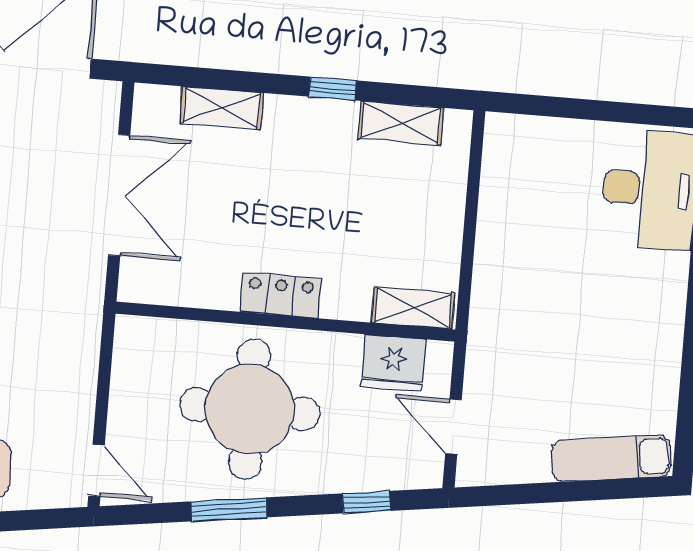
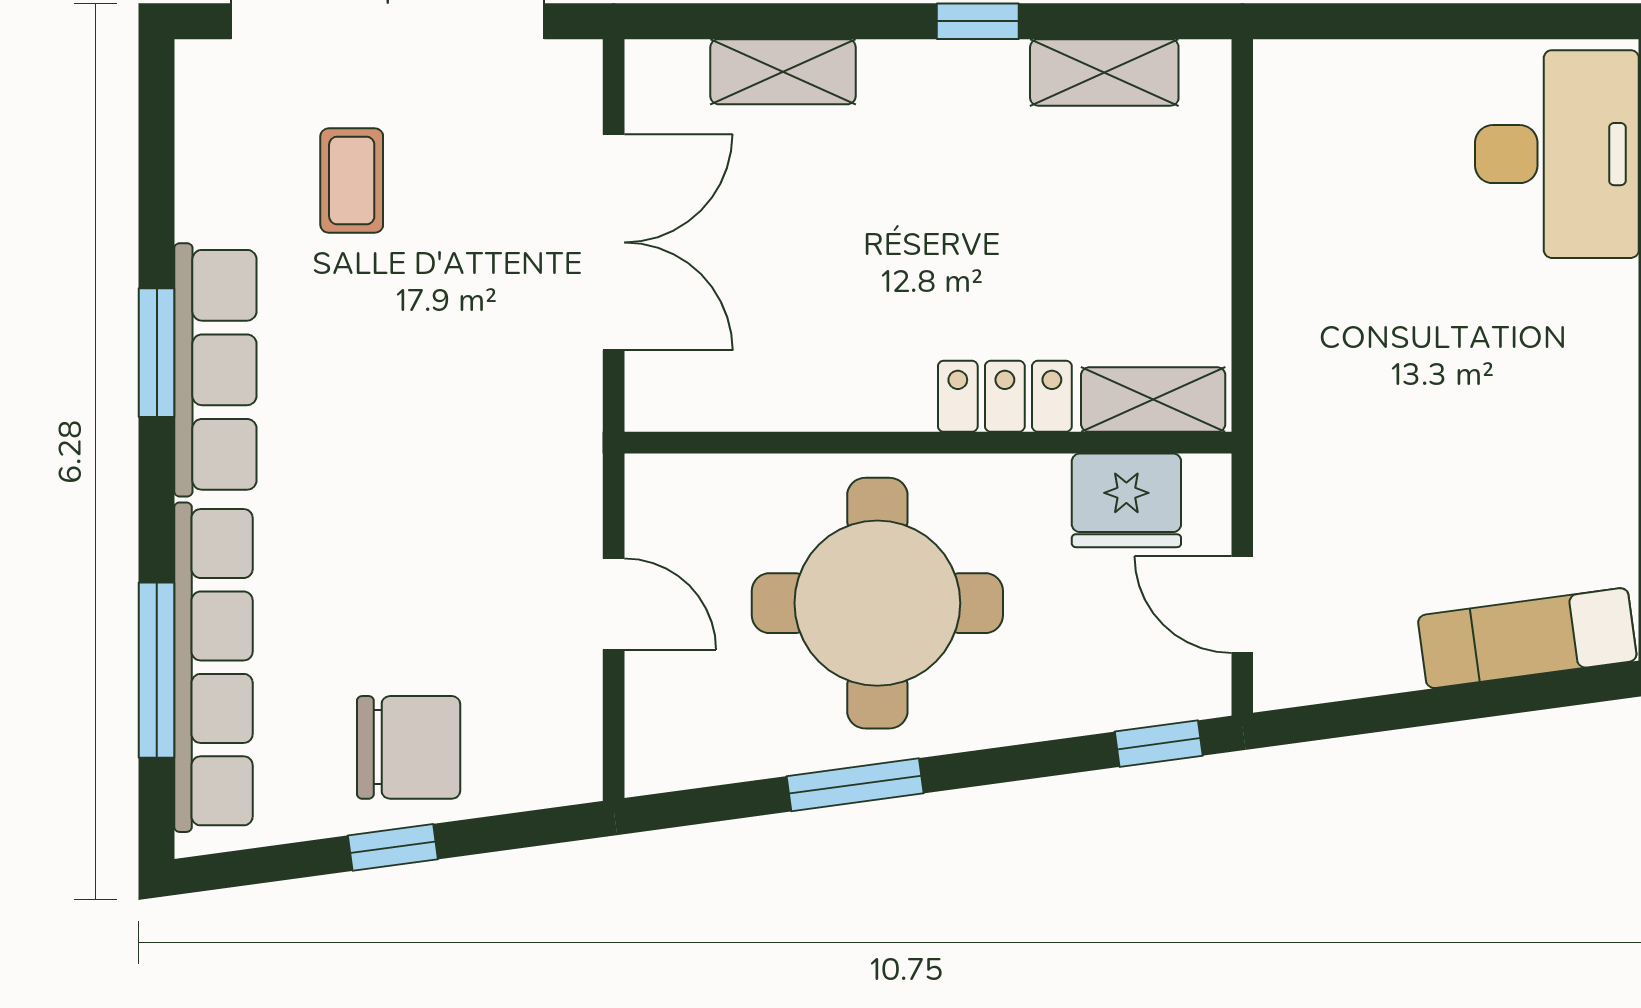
locker: (281, 295) -> (1005, 396), moved
door: (96, 470) -> (614, 604), moved
window: (366, 502) -> (1159, 744), moved

